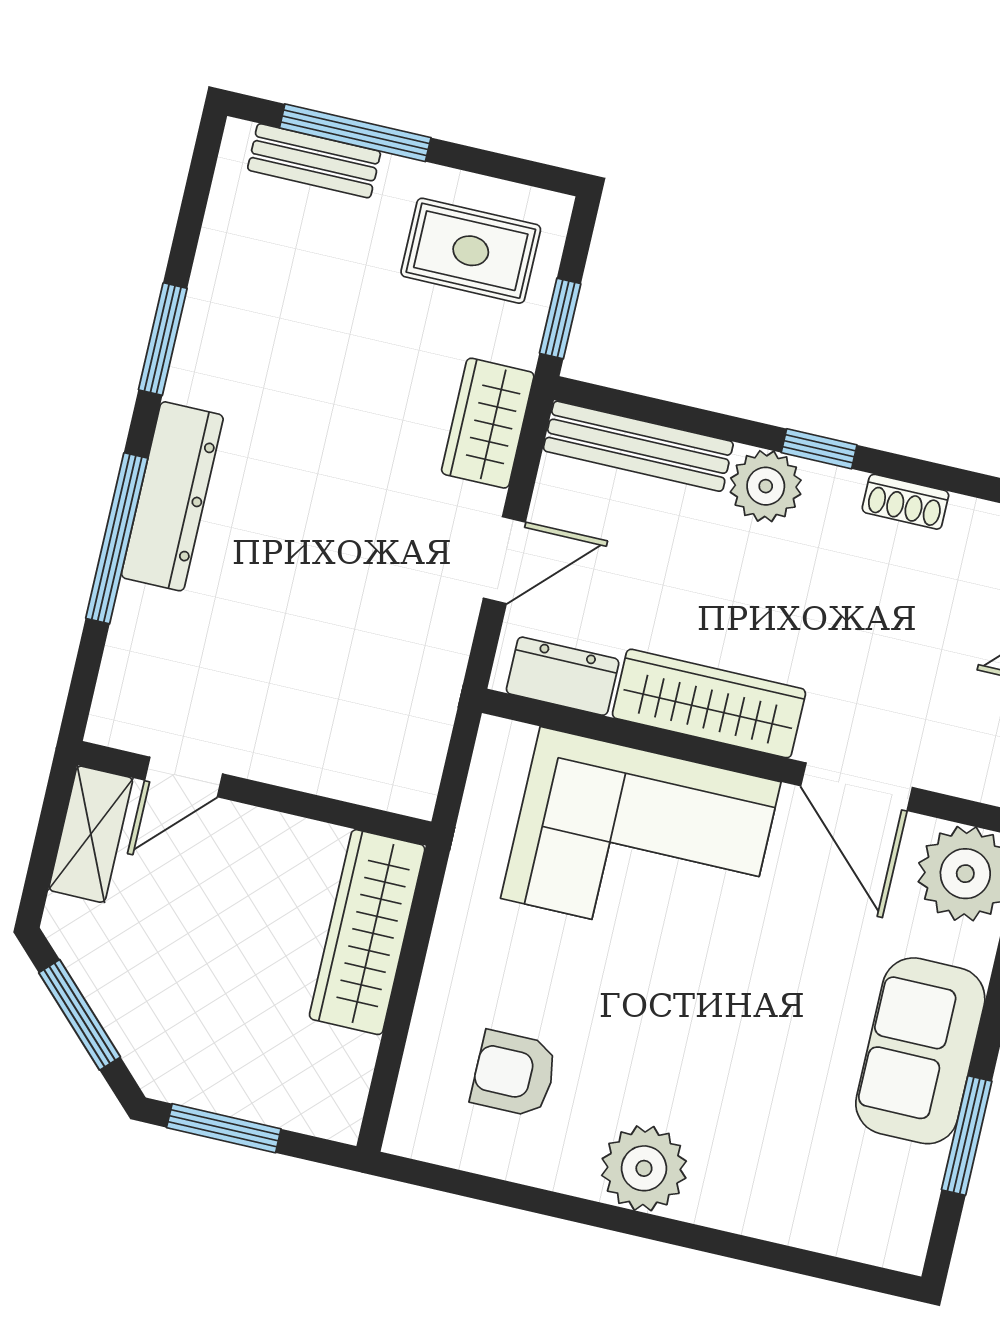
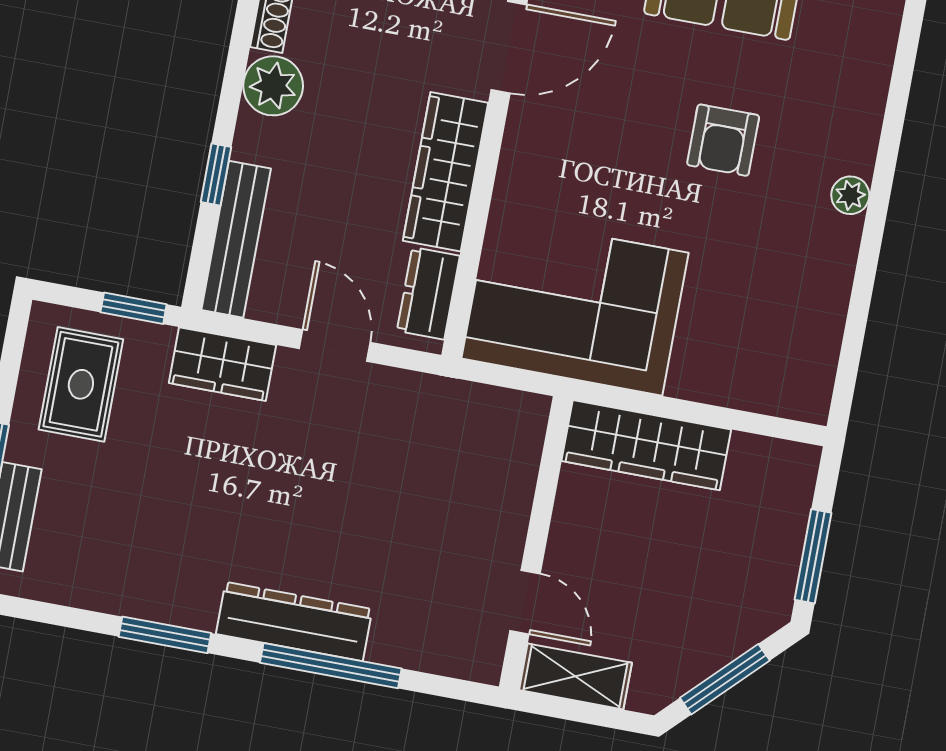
window: (819, 449) -> (216, 175), moved
plant: (766, 486) -> (273, 86), moved
corner sofa: (641, 840) -> (575, 306), moved, turned -90
armchair: (514, 1074) -> (723, 140), moved
plant: (644, 1168) -> (850, 195), width x0.53, depth x0.53

